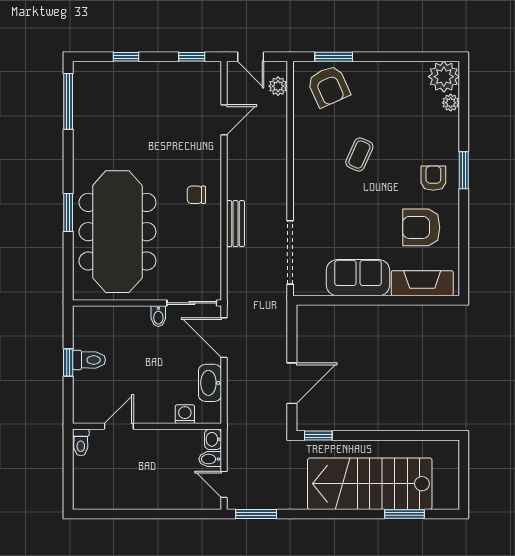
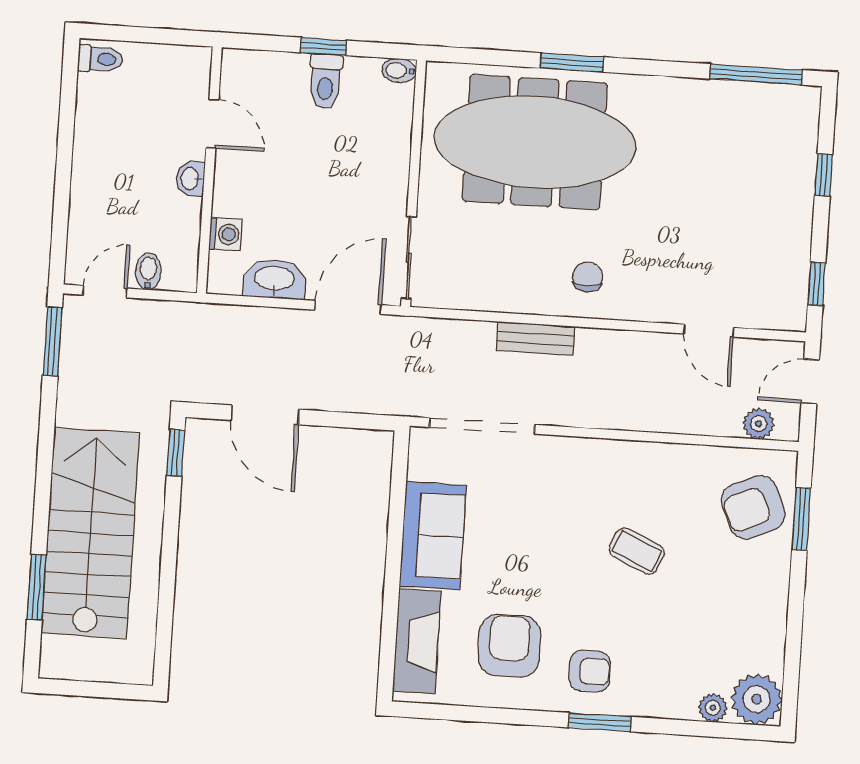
bidet: (158, 316) -> (399, 70), moved
washbasin: (213, 439) -> (190, 179), moved, turned -90
toilet: (81, 442) -> (100, 59), moved, turned 180

